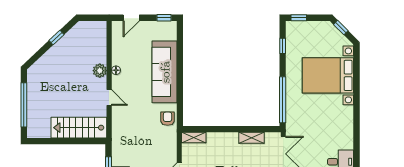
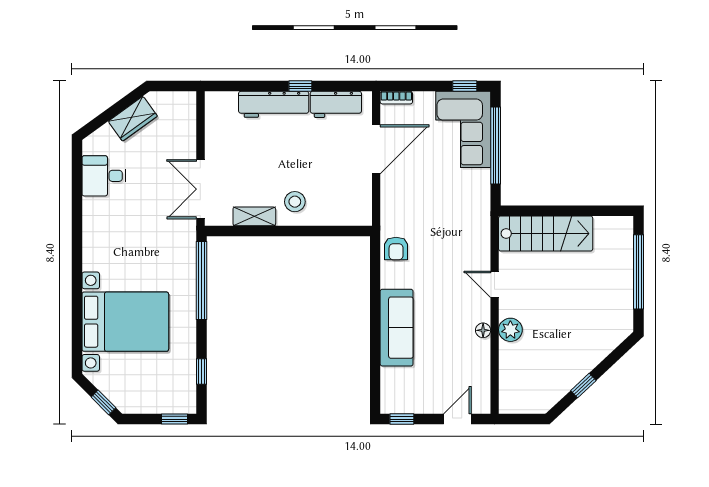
sofa: (165, 72) -> (397, 328), width x0.74, depth x0.79
shelving: (194, 138) -> (352, 217), removed
stool: (227, 146) -> (295, 202), added

